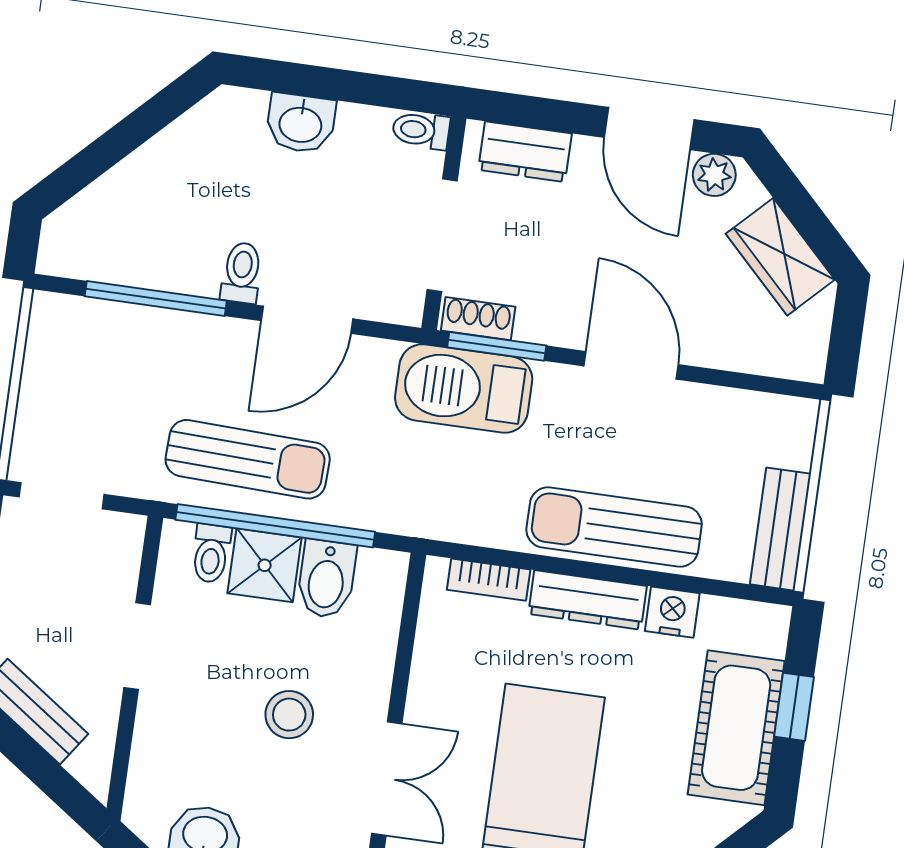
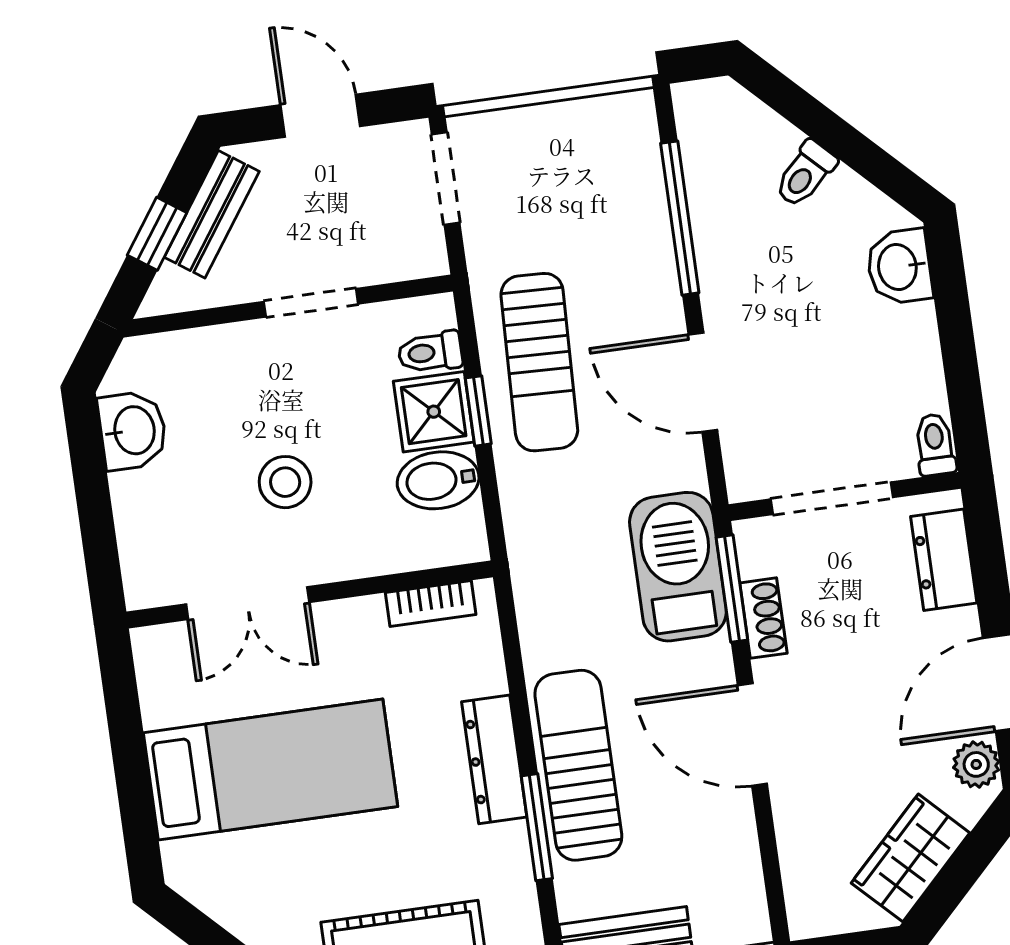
washbasin: (301, 123) -> (899, 267), moved
toilet: (242, 273) -> (805, 174), moved, turned 135
shoe rack: (478, 319) -> (763, 618), moved
door: (631, 365) -> (752, 735), swing flipped
window: (275, 526) -> (478, 411), width x0.32
bookcase: (489, 580) -> (431, 604), moved, turned -90
window: (658, 580) -> (537, 827), added
nightstand: (672, 612) -> (507, 852), removed
window: (37, 765) -> (157, 234), added

